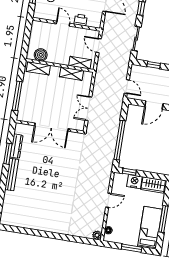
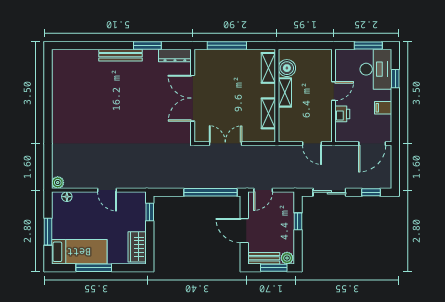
door: (99, 46) -> (312, 144), swing flipped
shelving: (80, 63) -> (285, 92), moved
window: (120, 140) -> (210, 192), moved
dresser: (16, 146) -> (175, 55), moved
nightstand: (134, 182) -> (138, 221), removed

